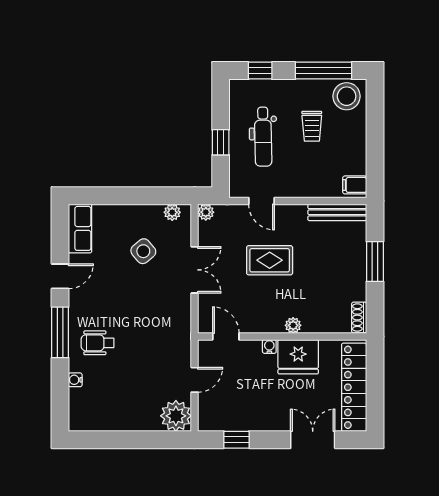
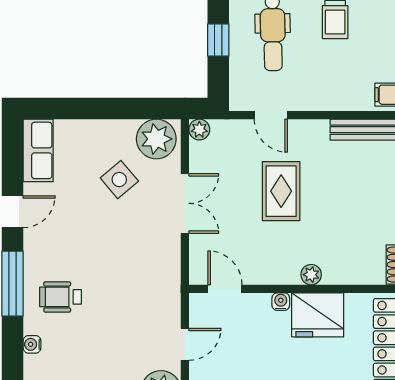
plant: (172, 212) -> (156, 139), width x1.88, depth x1.88
rug: (270, 260) -> (281, 191), turned 90

